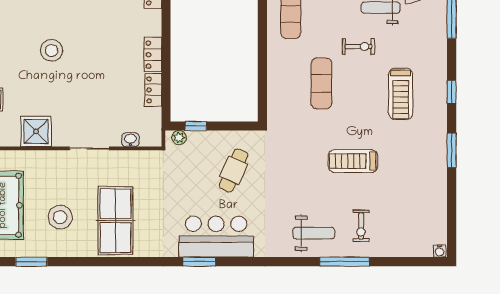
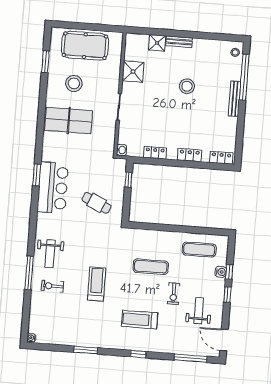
locker: (153, 55) -> (190, 155), moved
plant: (179, 138) -> (121, 168), removed
washbasin: (130, 140) -> (121, 150), moved
window: (452, 150) -> (86, 350), moved

